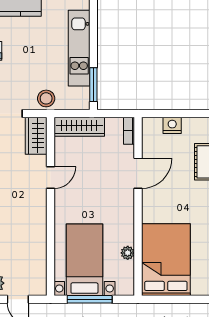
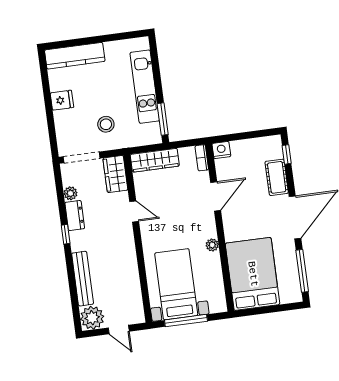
stool: (46, 98) -> (106, 124), moved
nightstand: (172, 125) -> (221, 150), moved
door: (51, 178) -> (134, 211), hinge flipped
plant: (128, 253) -> (212, 245), moved

